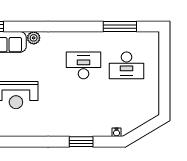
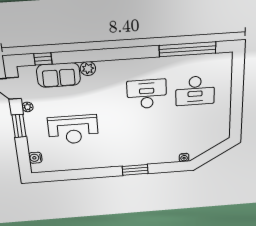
window: (120, 27) -> (188, 49), width x1.46
window: (81, 142) -> (135, 170), moved

